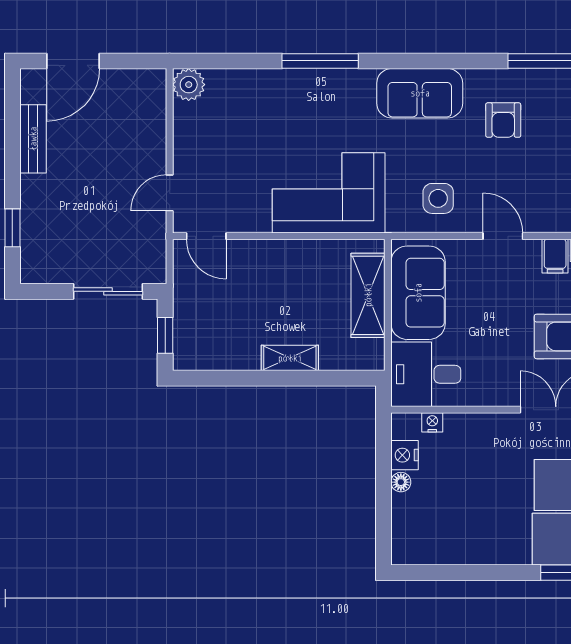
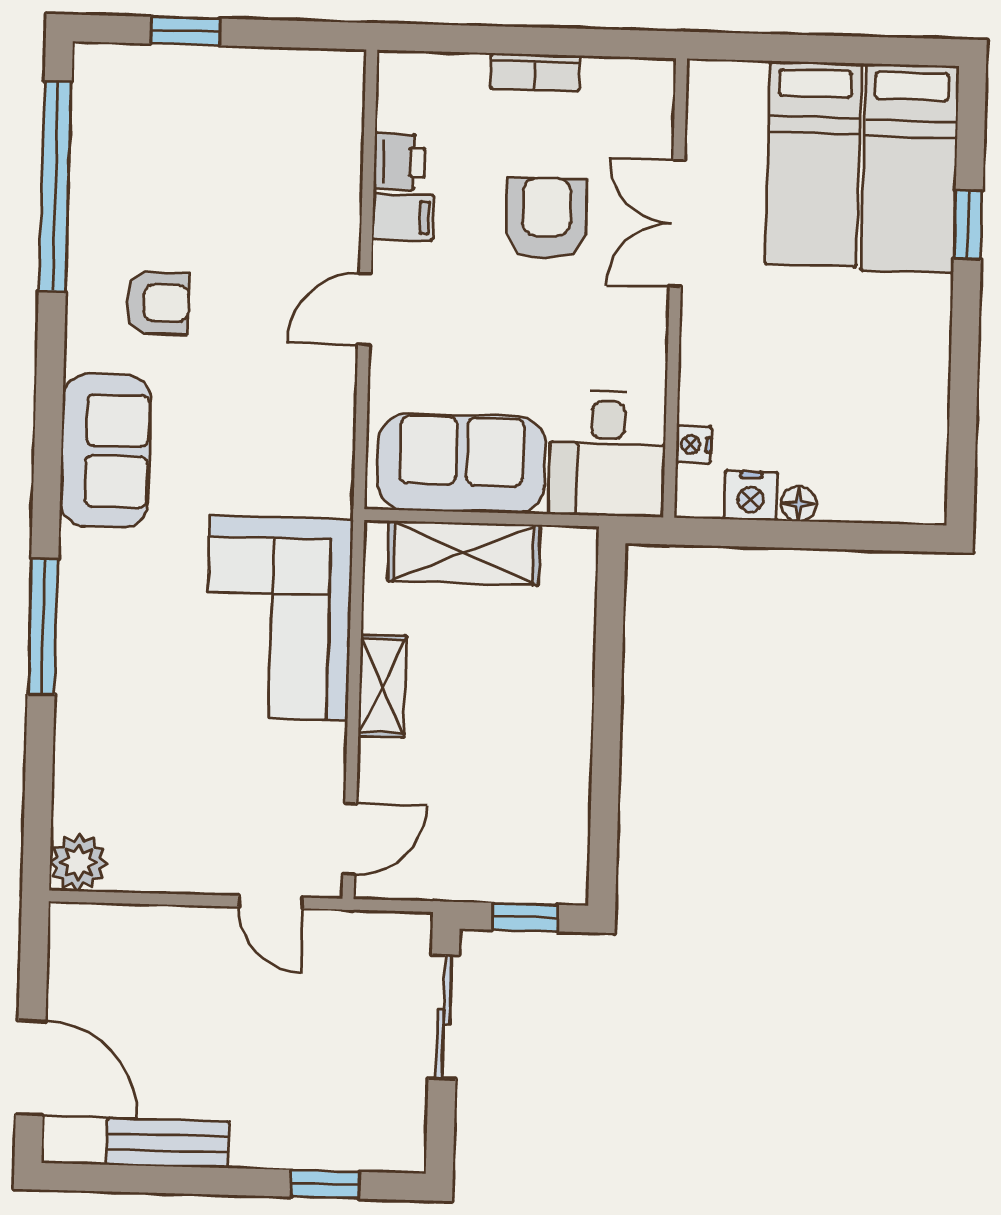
side table: (438, 198) -> (294, 423), removed
shelving: (290, 358) -> (382, 686), moved

